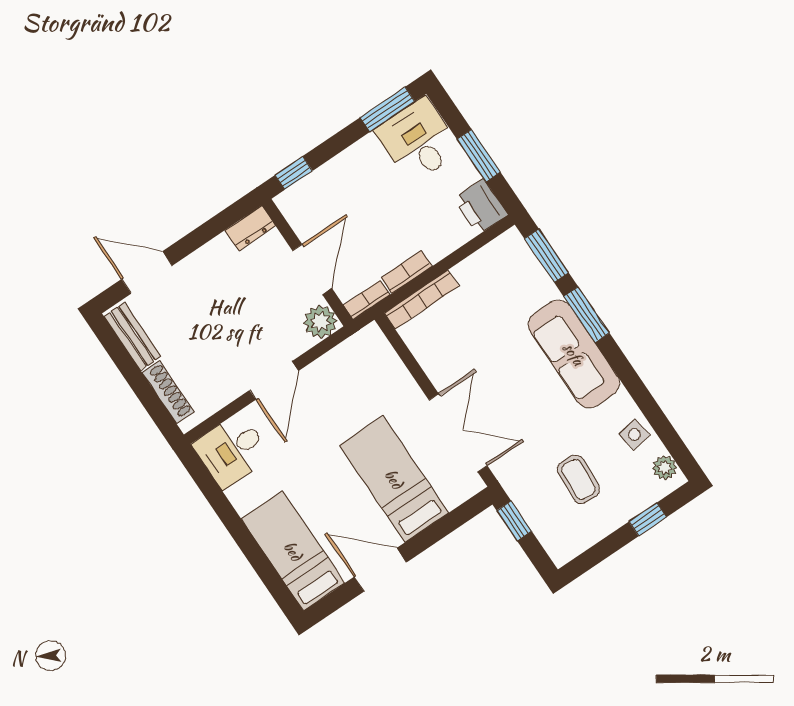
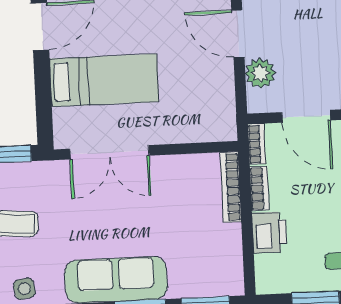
printer: (481, 207) -> (269, 232), moved, turned 90
plant: (320, 322) -> (260, 73), moved

